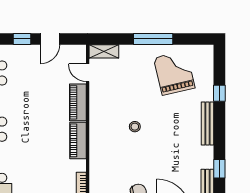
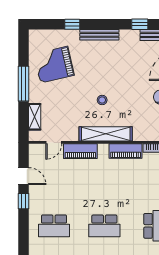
shelving: (104, 51) -> (35, 117), moved
shelving: (97, 131) -> (106, 134), added
piano: (78, 140) -> (126, 151), moved

